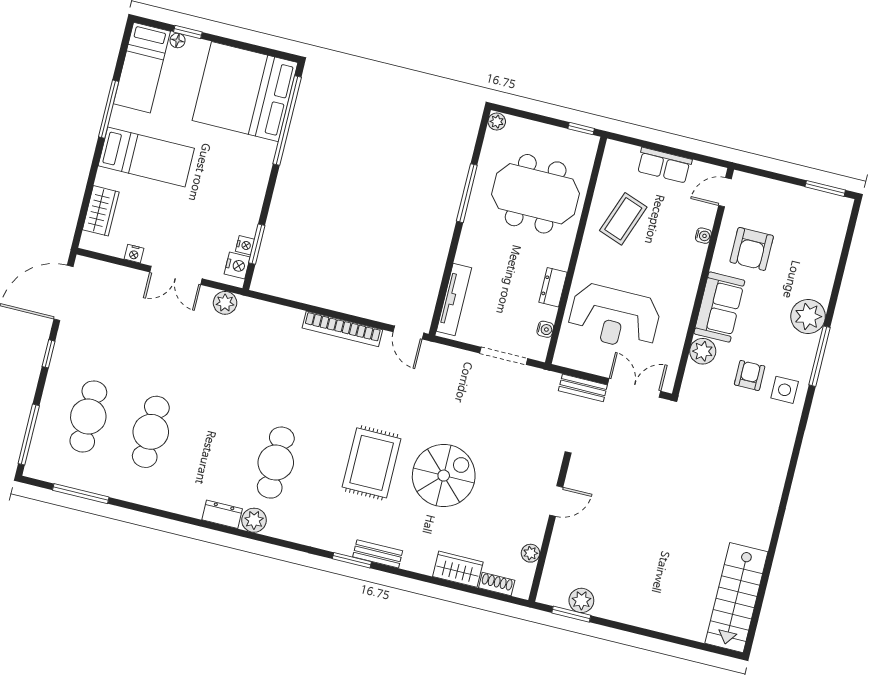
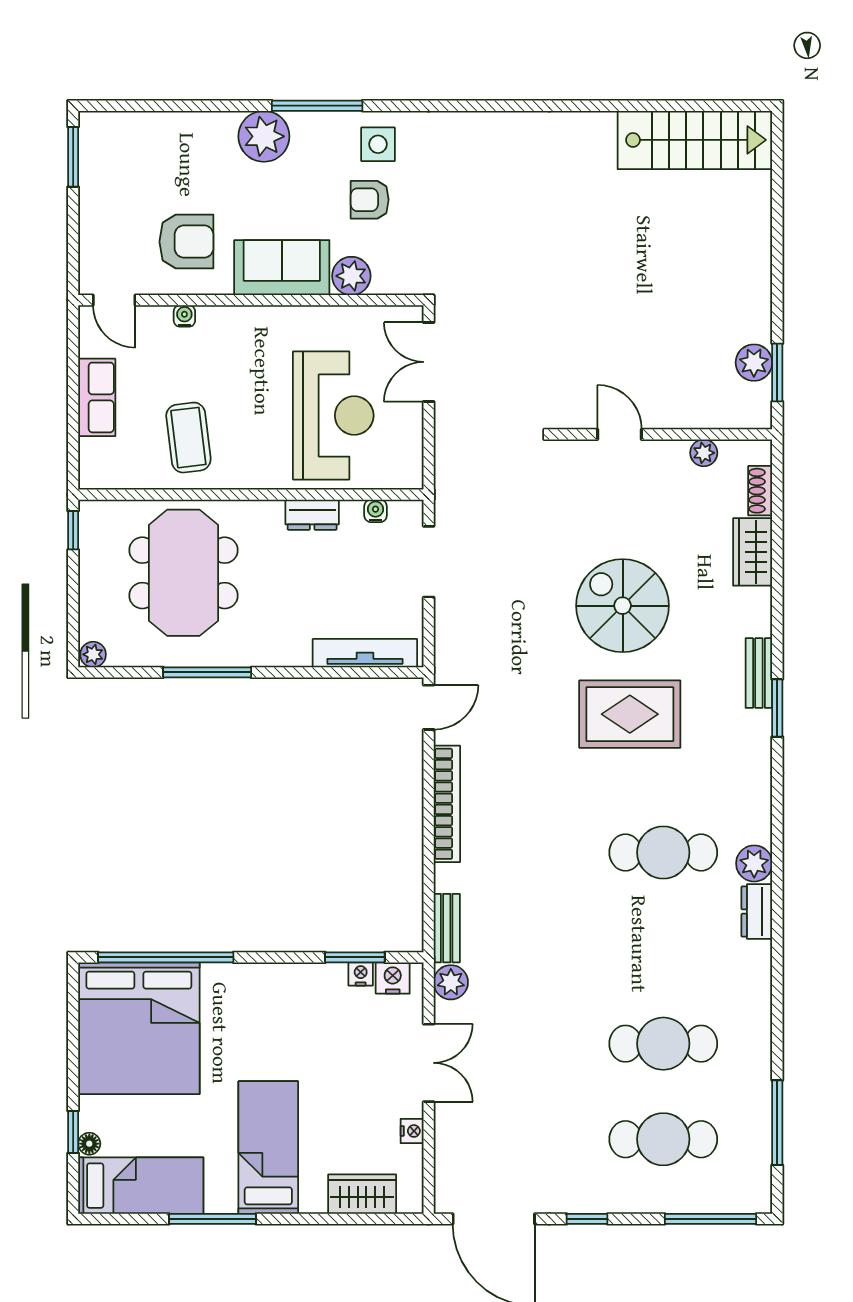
coffee table: (623, 219) -> (188, 438), turned 63
bench: (583, 388) -> (447, 928), moved

